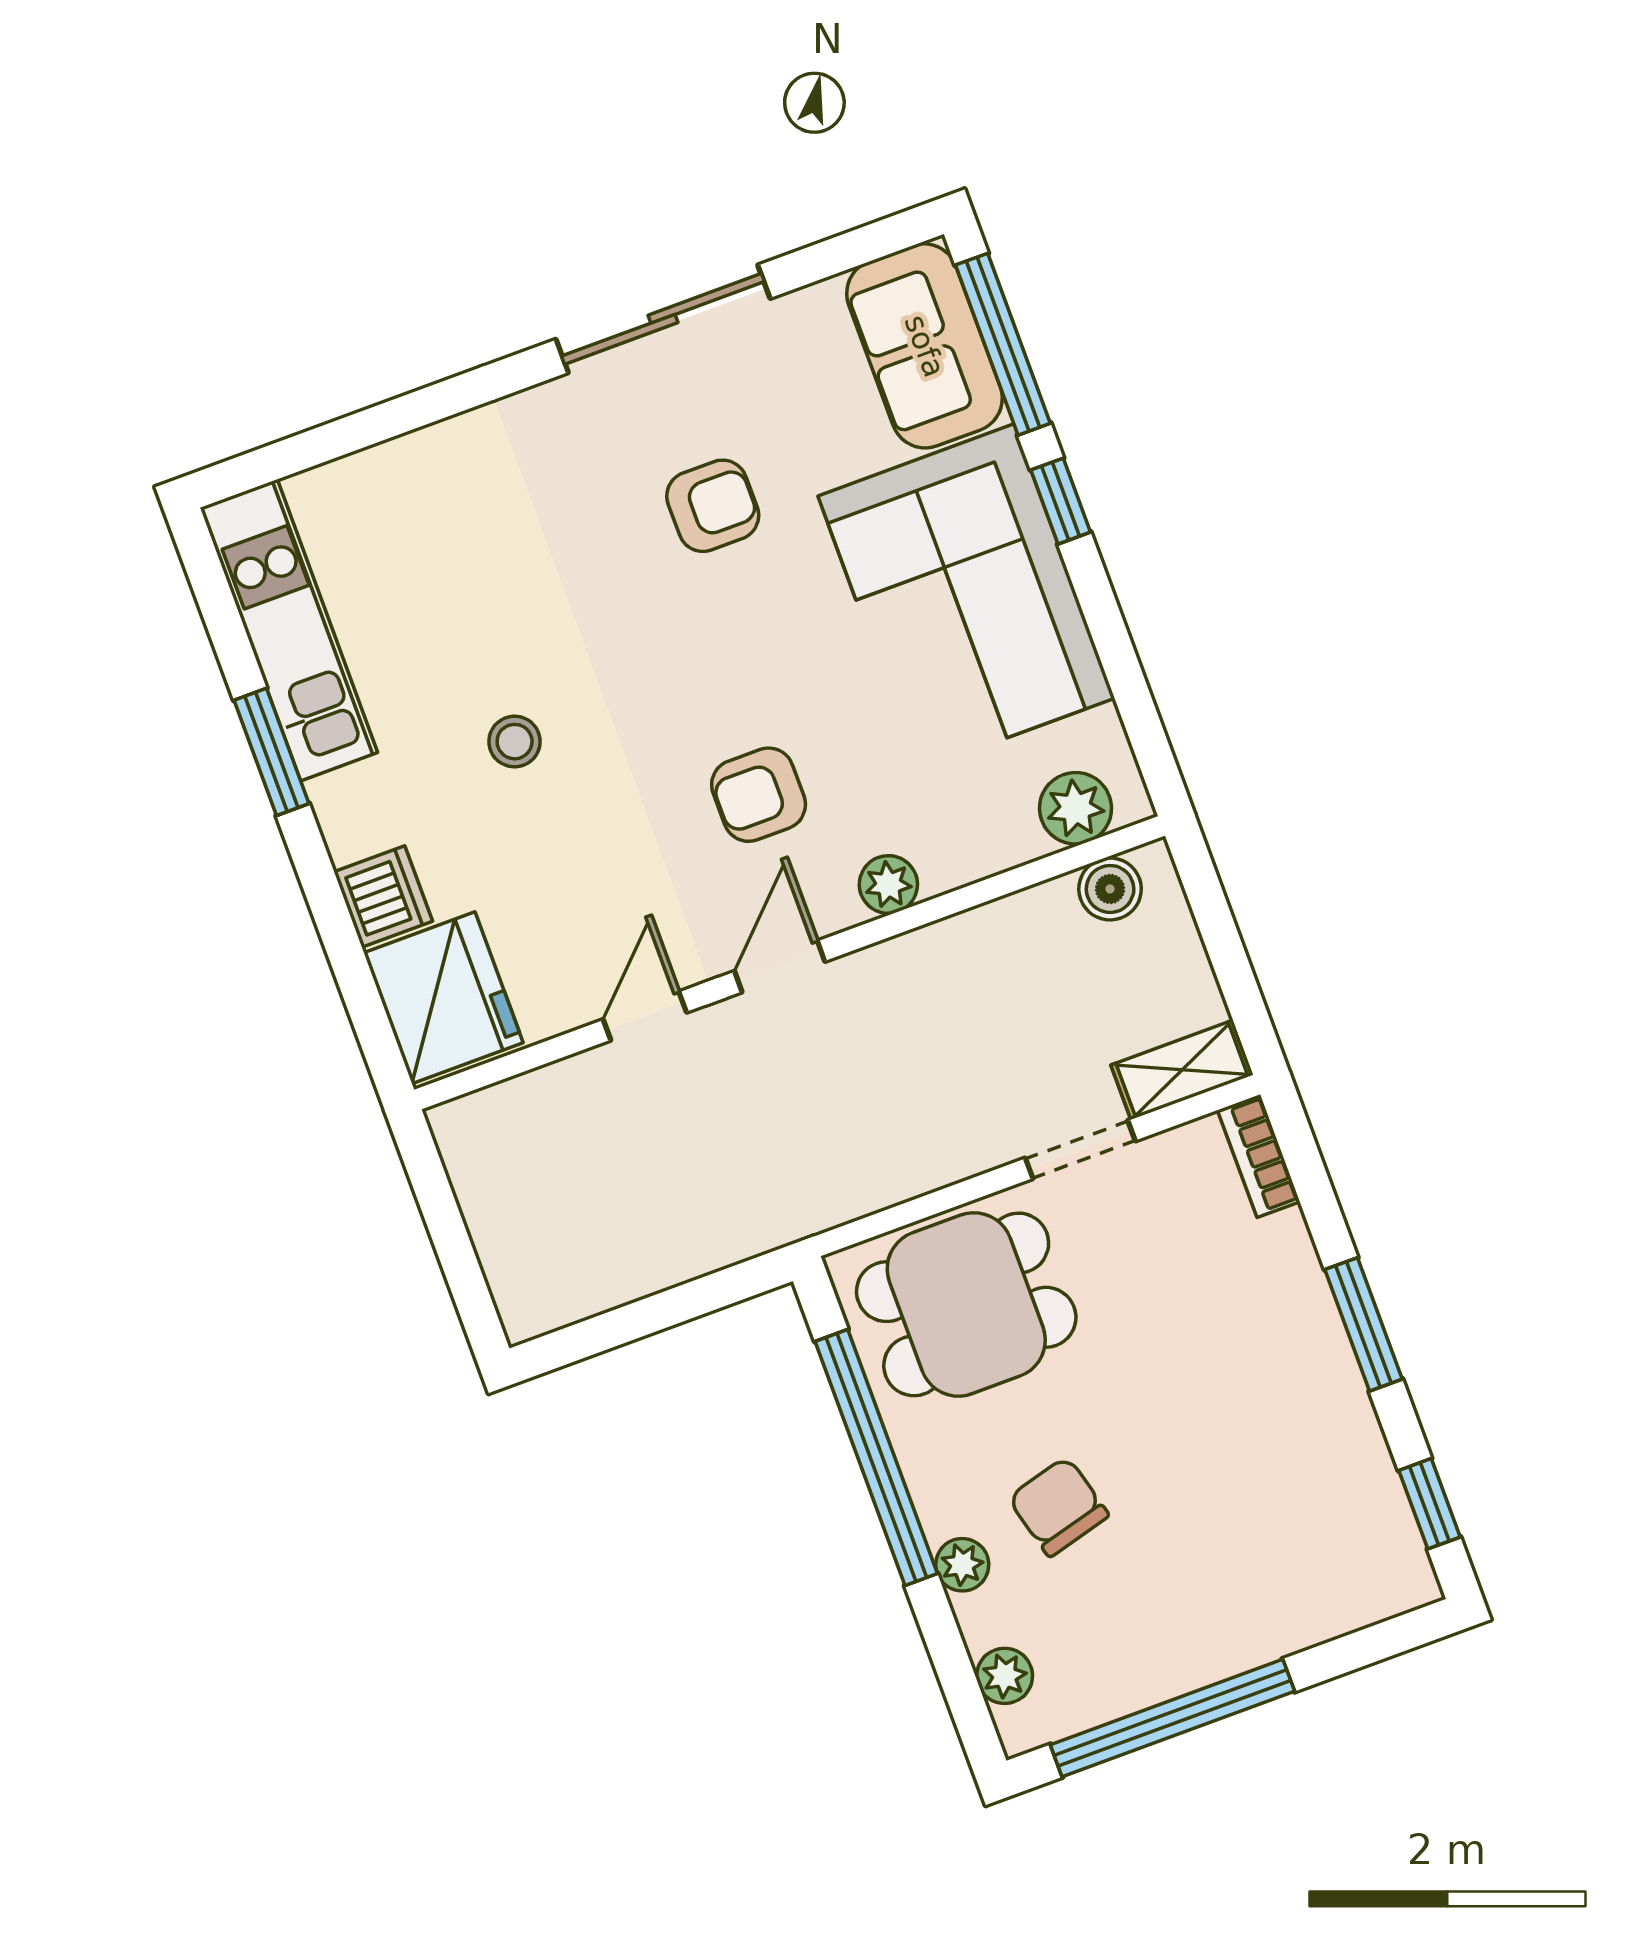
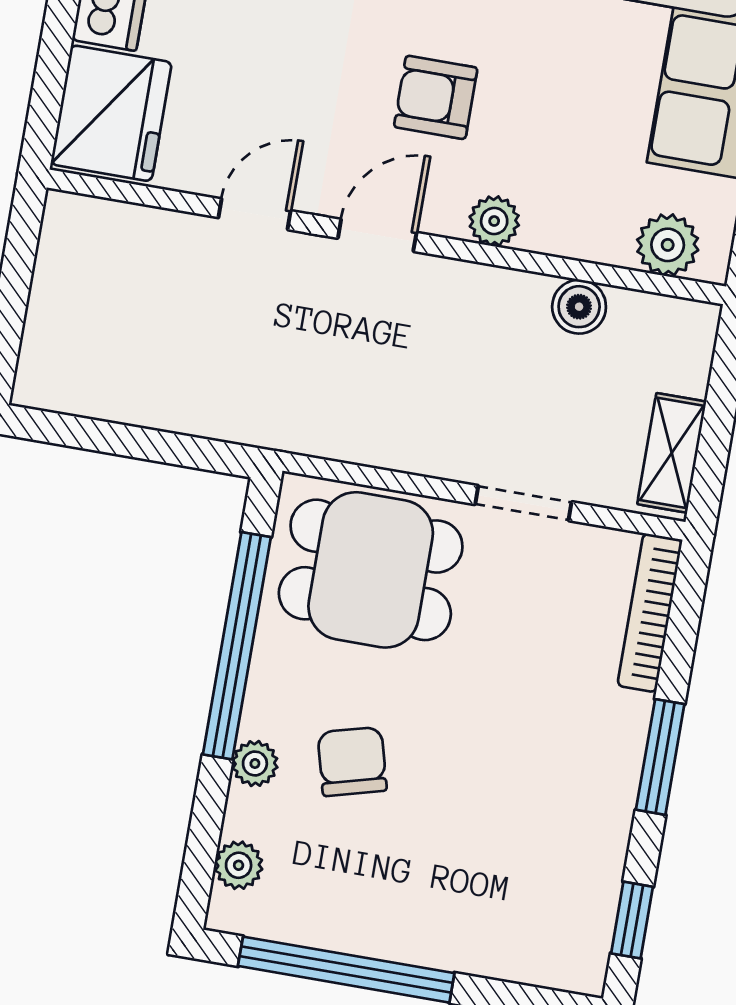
boiler: (1110, 889) -> (579, 307), moved
shelving: (1182, 1070) -> (672, 453), moved, turned 90
bookcase: (1259, 1156) -> (650, 613), width x1.56

